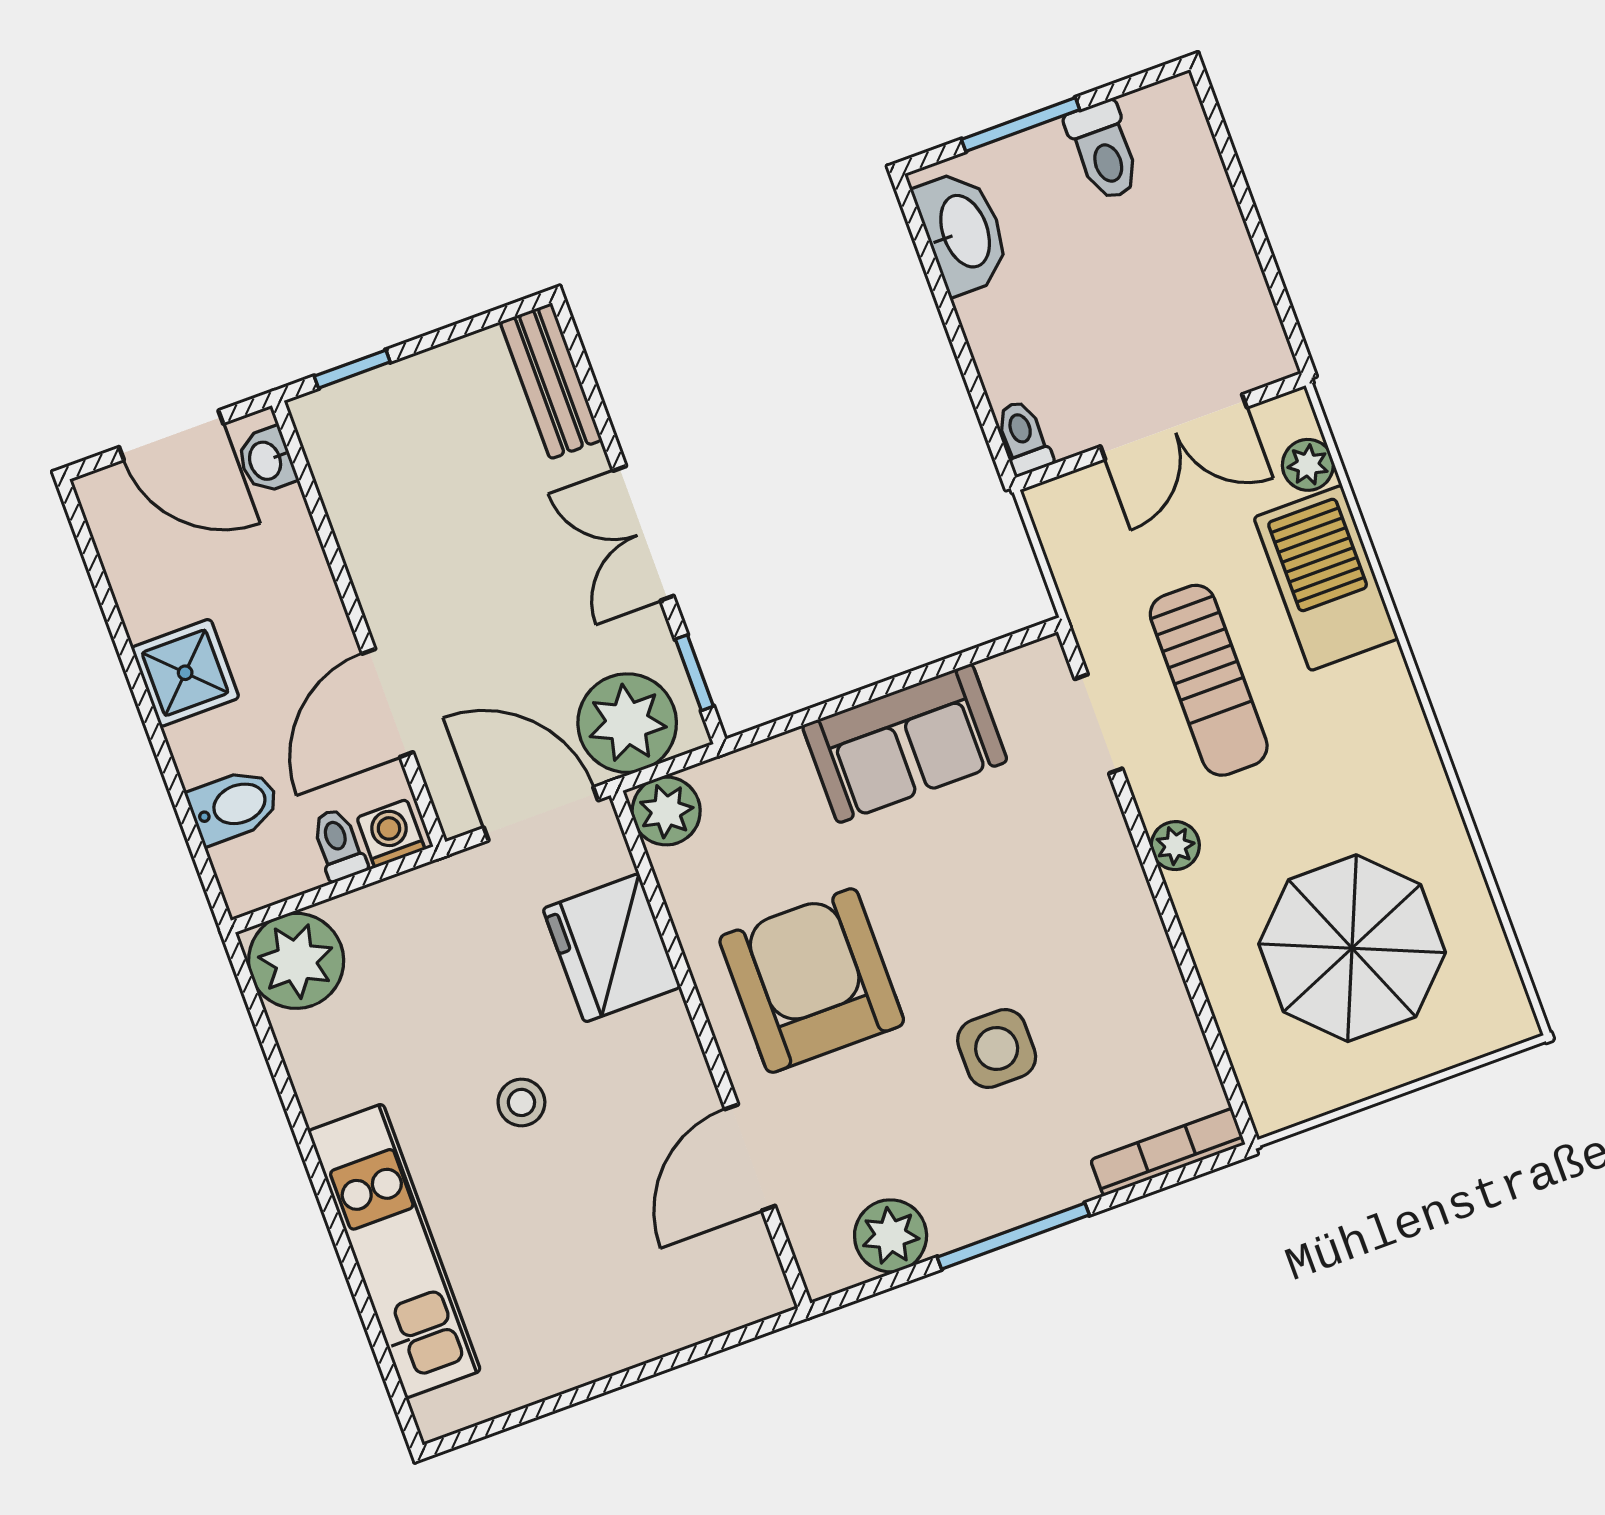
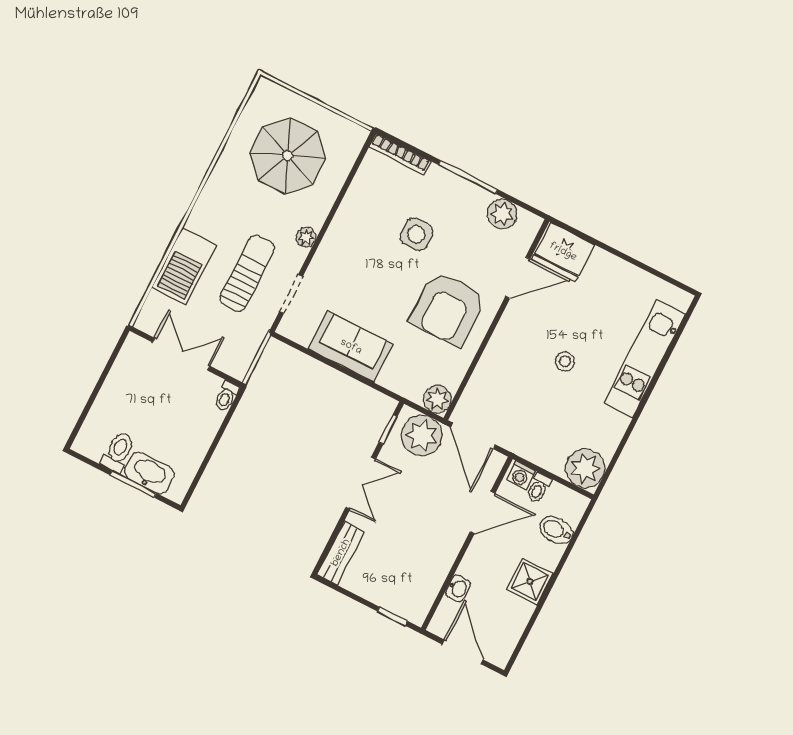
washbasin: (963, 232) -> (149, 473), moved, turned 90
washbasin: (266, 460) -> (458, 588), moved
plant: (1308, 465) -> (155, 303), removed
fridge: (612, 948) -> (563, 252), moved, turned 90

